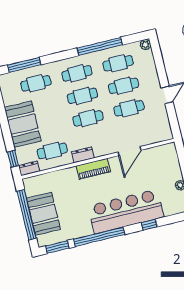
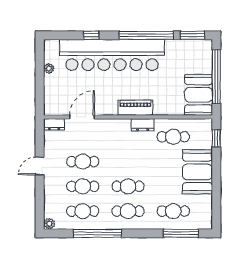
cafe table: (88, 118) -> (128, 162), removed
door: (129, 151) -> (82, 117), moved
dresser: (29, 168) -> (54, 124), moved
bar counter: (126, 211) -> (112, 55), width x1.36
booth: (43, 214) -> (199, 95), moved

